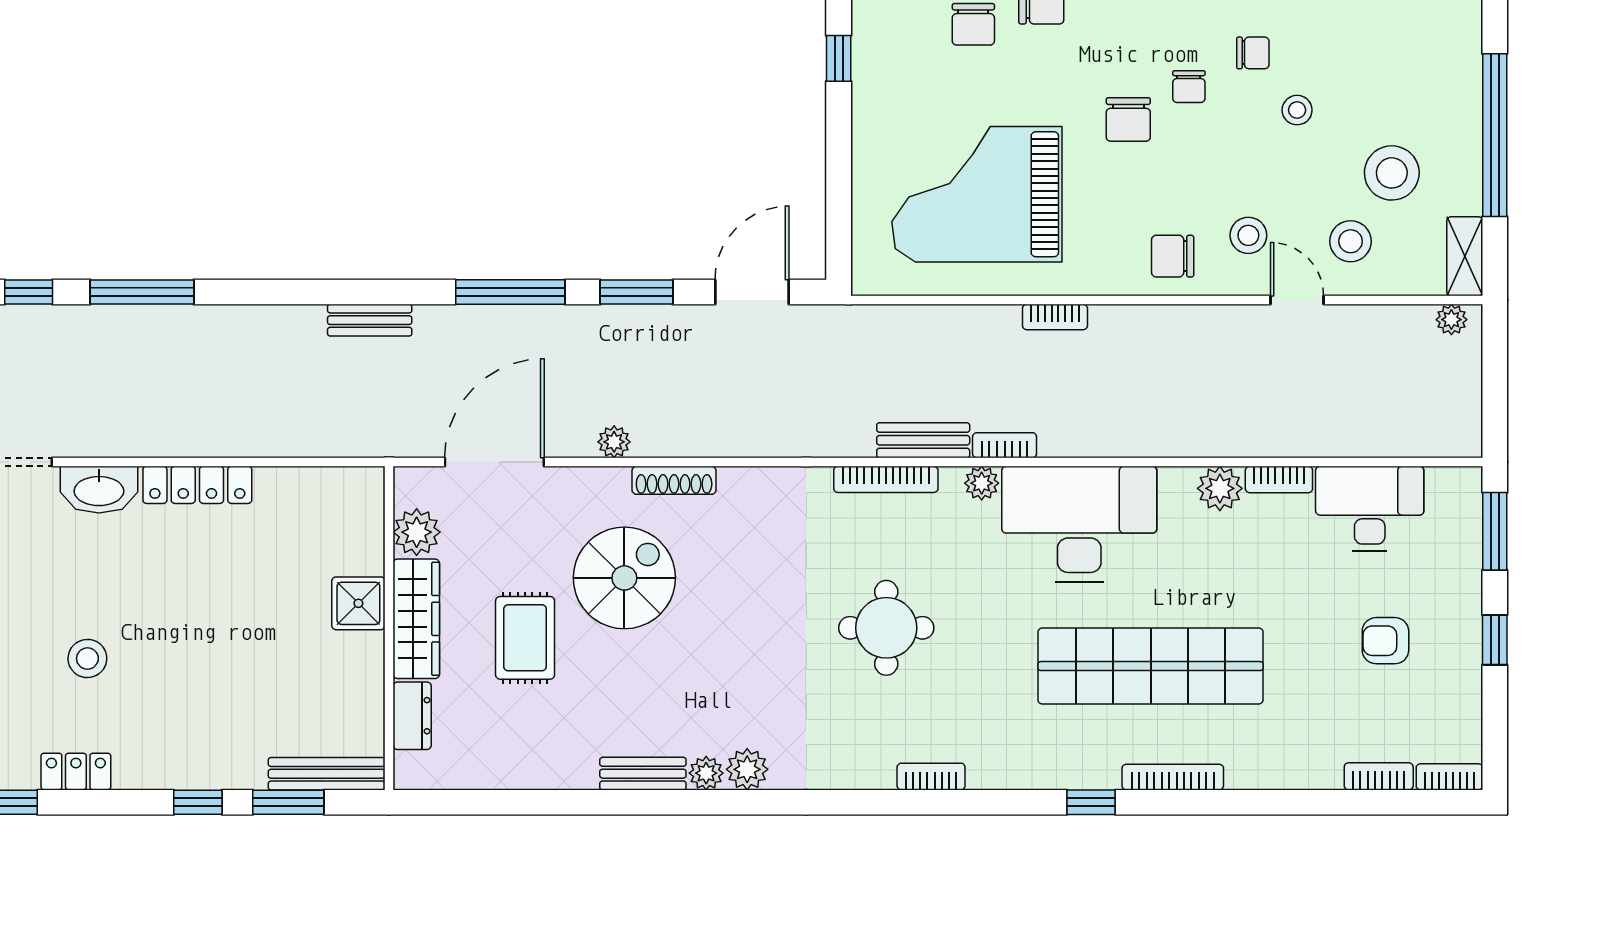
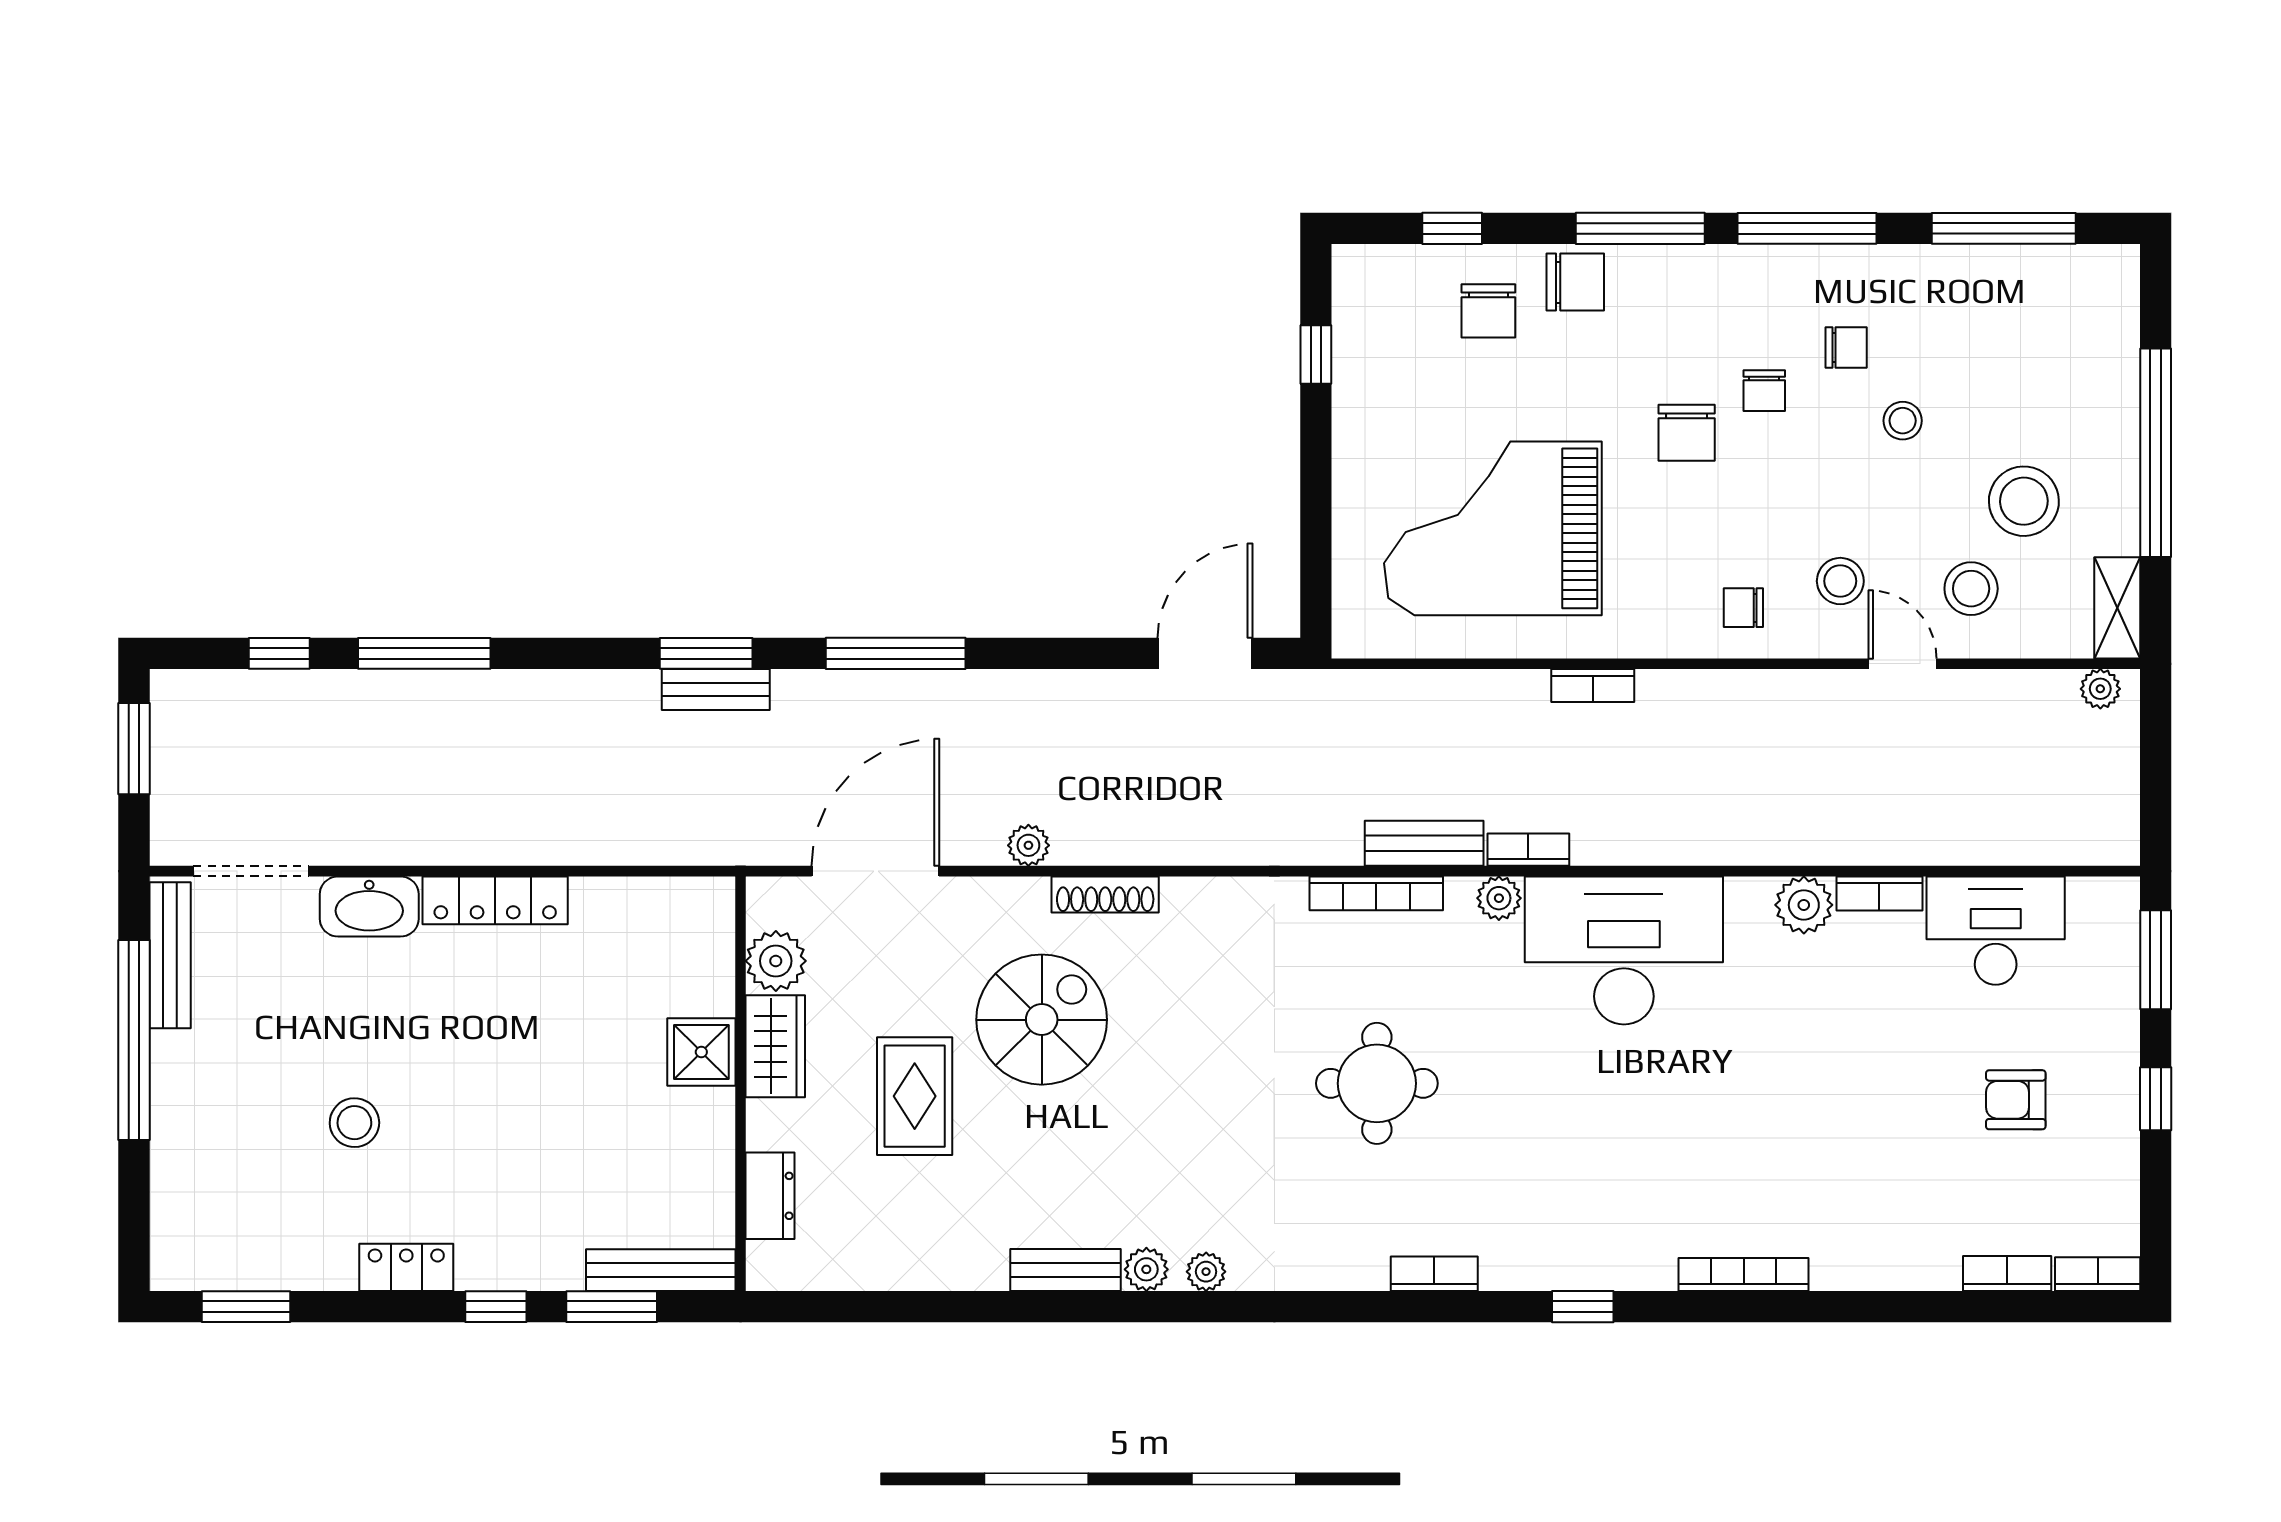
chair: (1173, 256) -> (1743, 608), width x0.73, depth x0.73
window: (637, 292) -> (706, 653), moved
wardrobe: (416, 619) -> (775, 1046), width x0.67
shop shelf: (1151, 666) -> (1715, 1132), removed
plant: (747, 769) -> (1206, 1272), width x0.73, depth x0.73
locker: (76, 772) -> (406, 1267), moved
window: (1091, 802) -> (1583, 1307), moved

